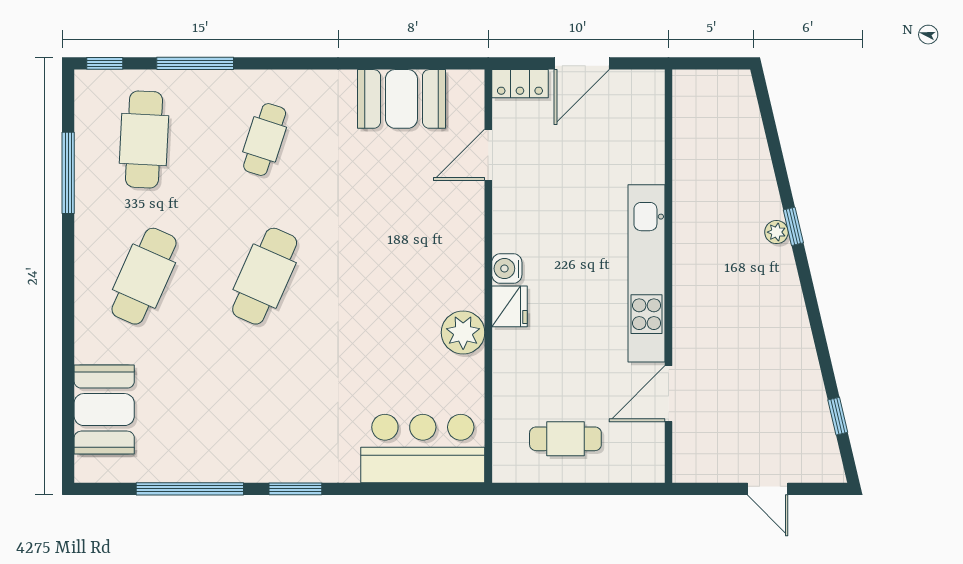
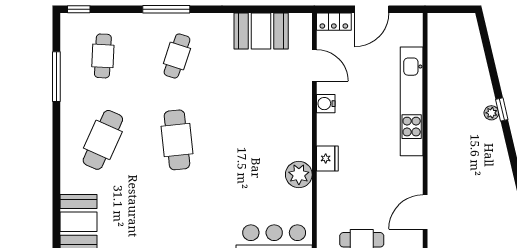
window: (195, 63) -> (166, 9), moved
cafe table: (144, 139) -> (103, 56), width x0.73, depth x0.74
door: (488, 155) -> (314, 65), swing flipped
water cooler: (507, 269) -> (326, 104), moved
kitchen unit: (647, 273) -> (412, 101), moved
cafe table: (265, 276) -> (177, 140), turned -30

